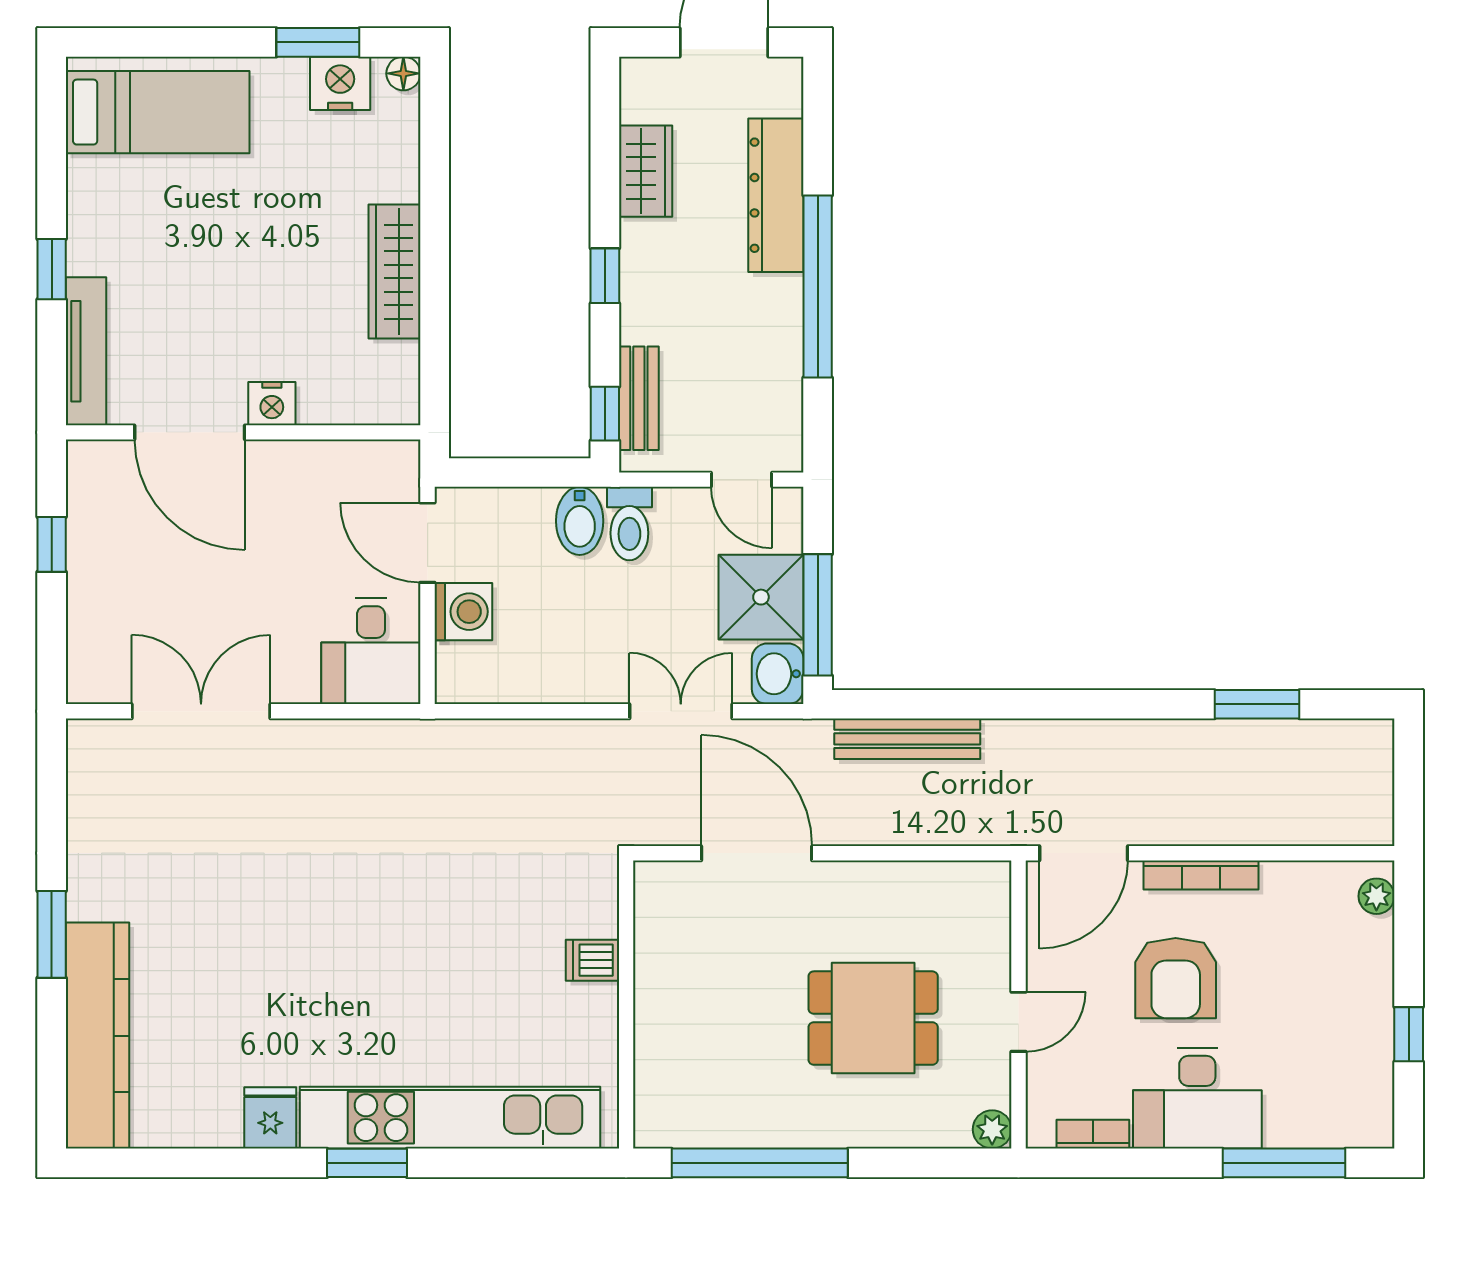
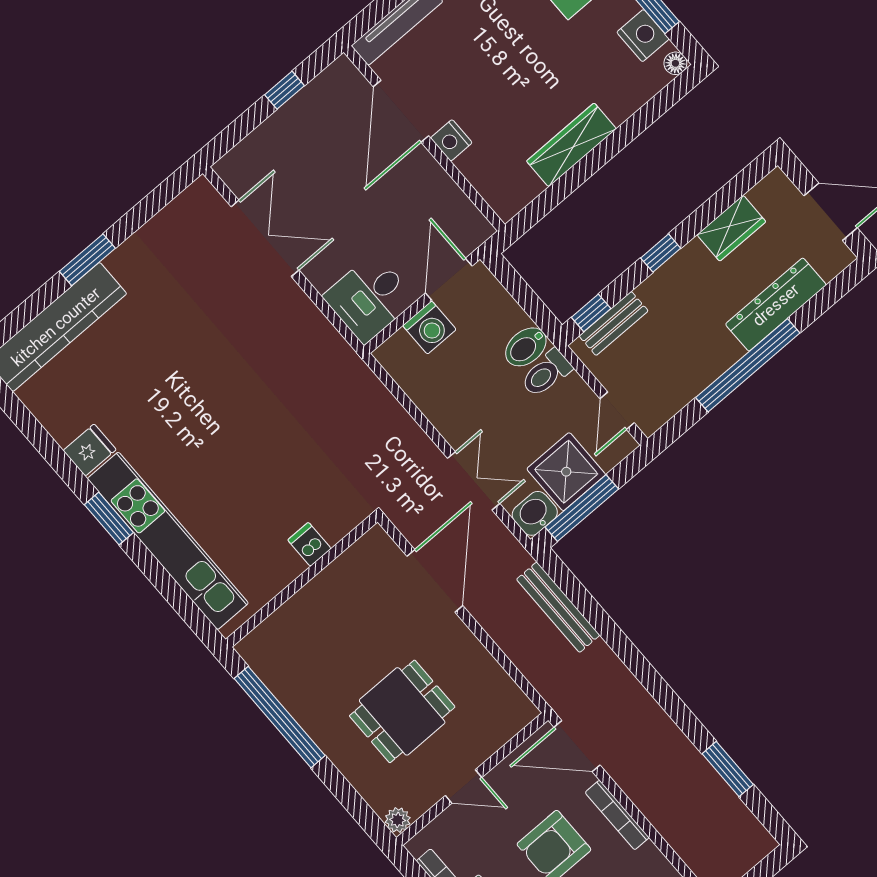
dining table: (873, 1018) -> (402, 711), turned 90

